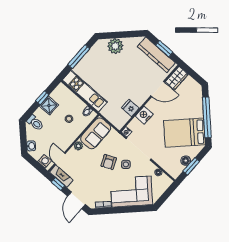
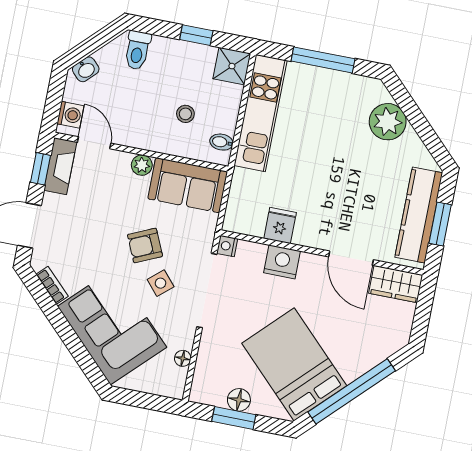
shower: (49, 106) -> (232, 66), moved
door: (60, 159) -> (94, 143), hinge flipped

